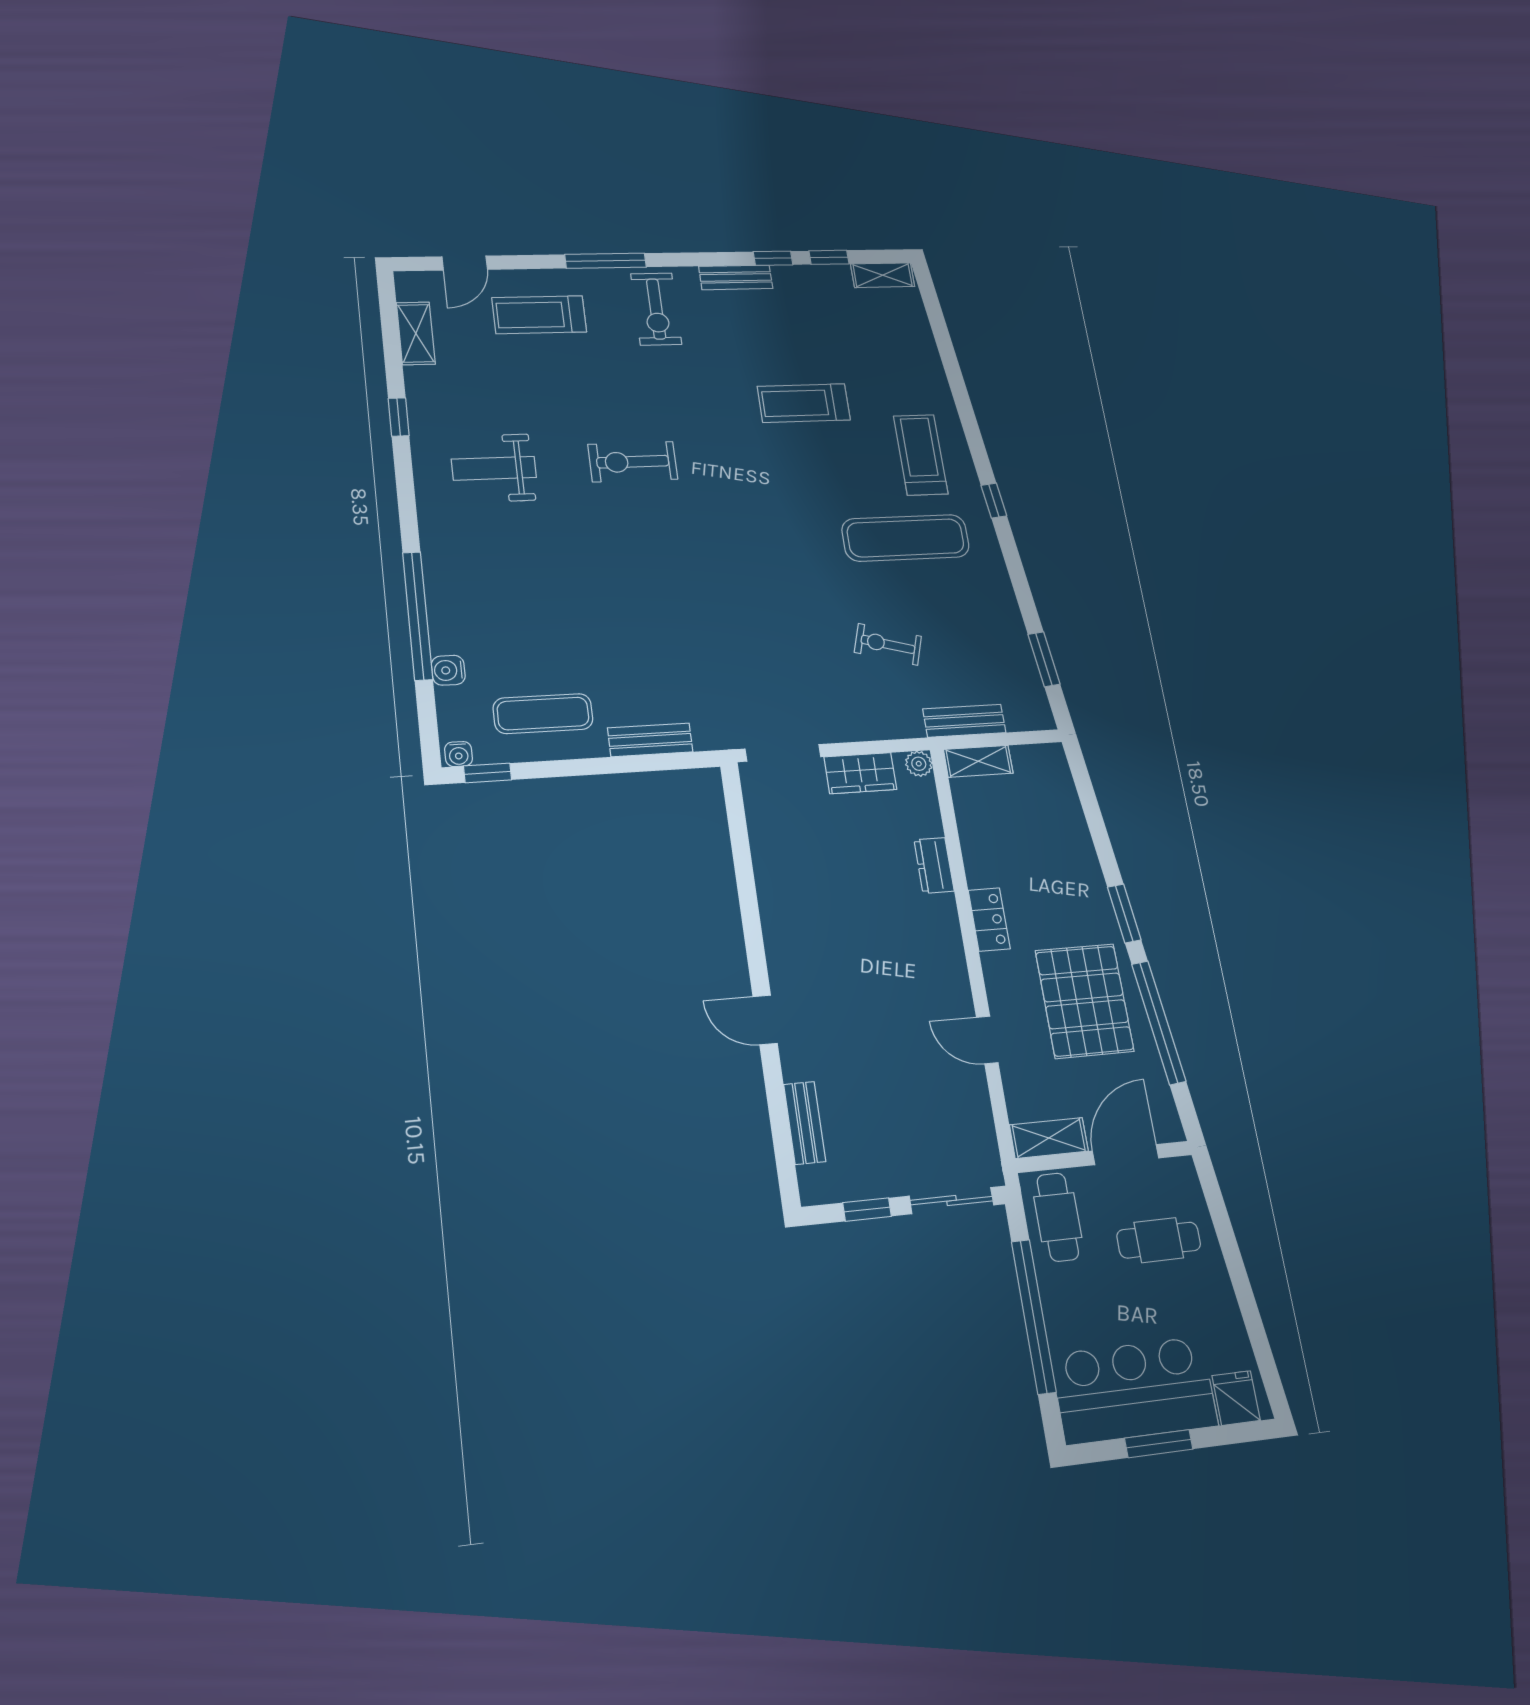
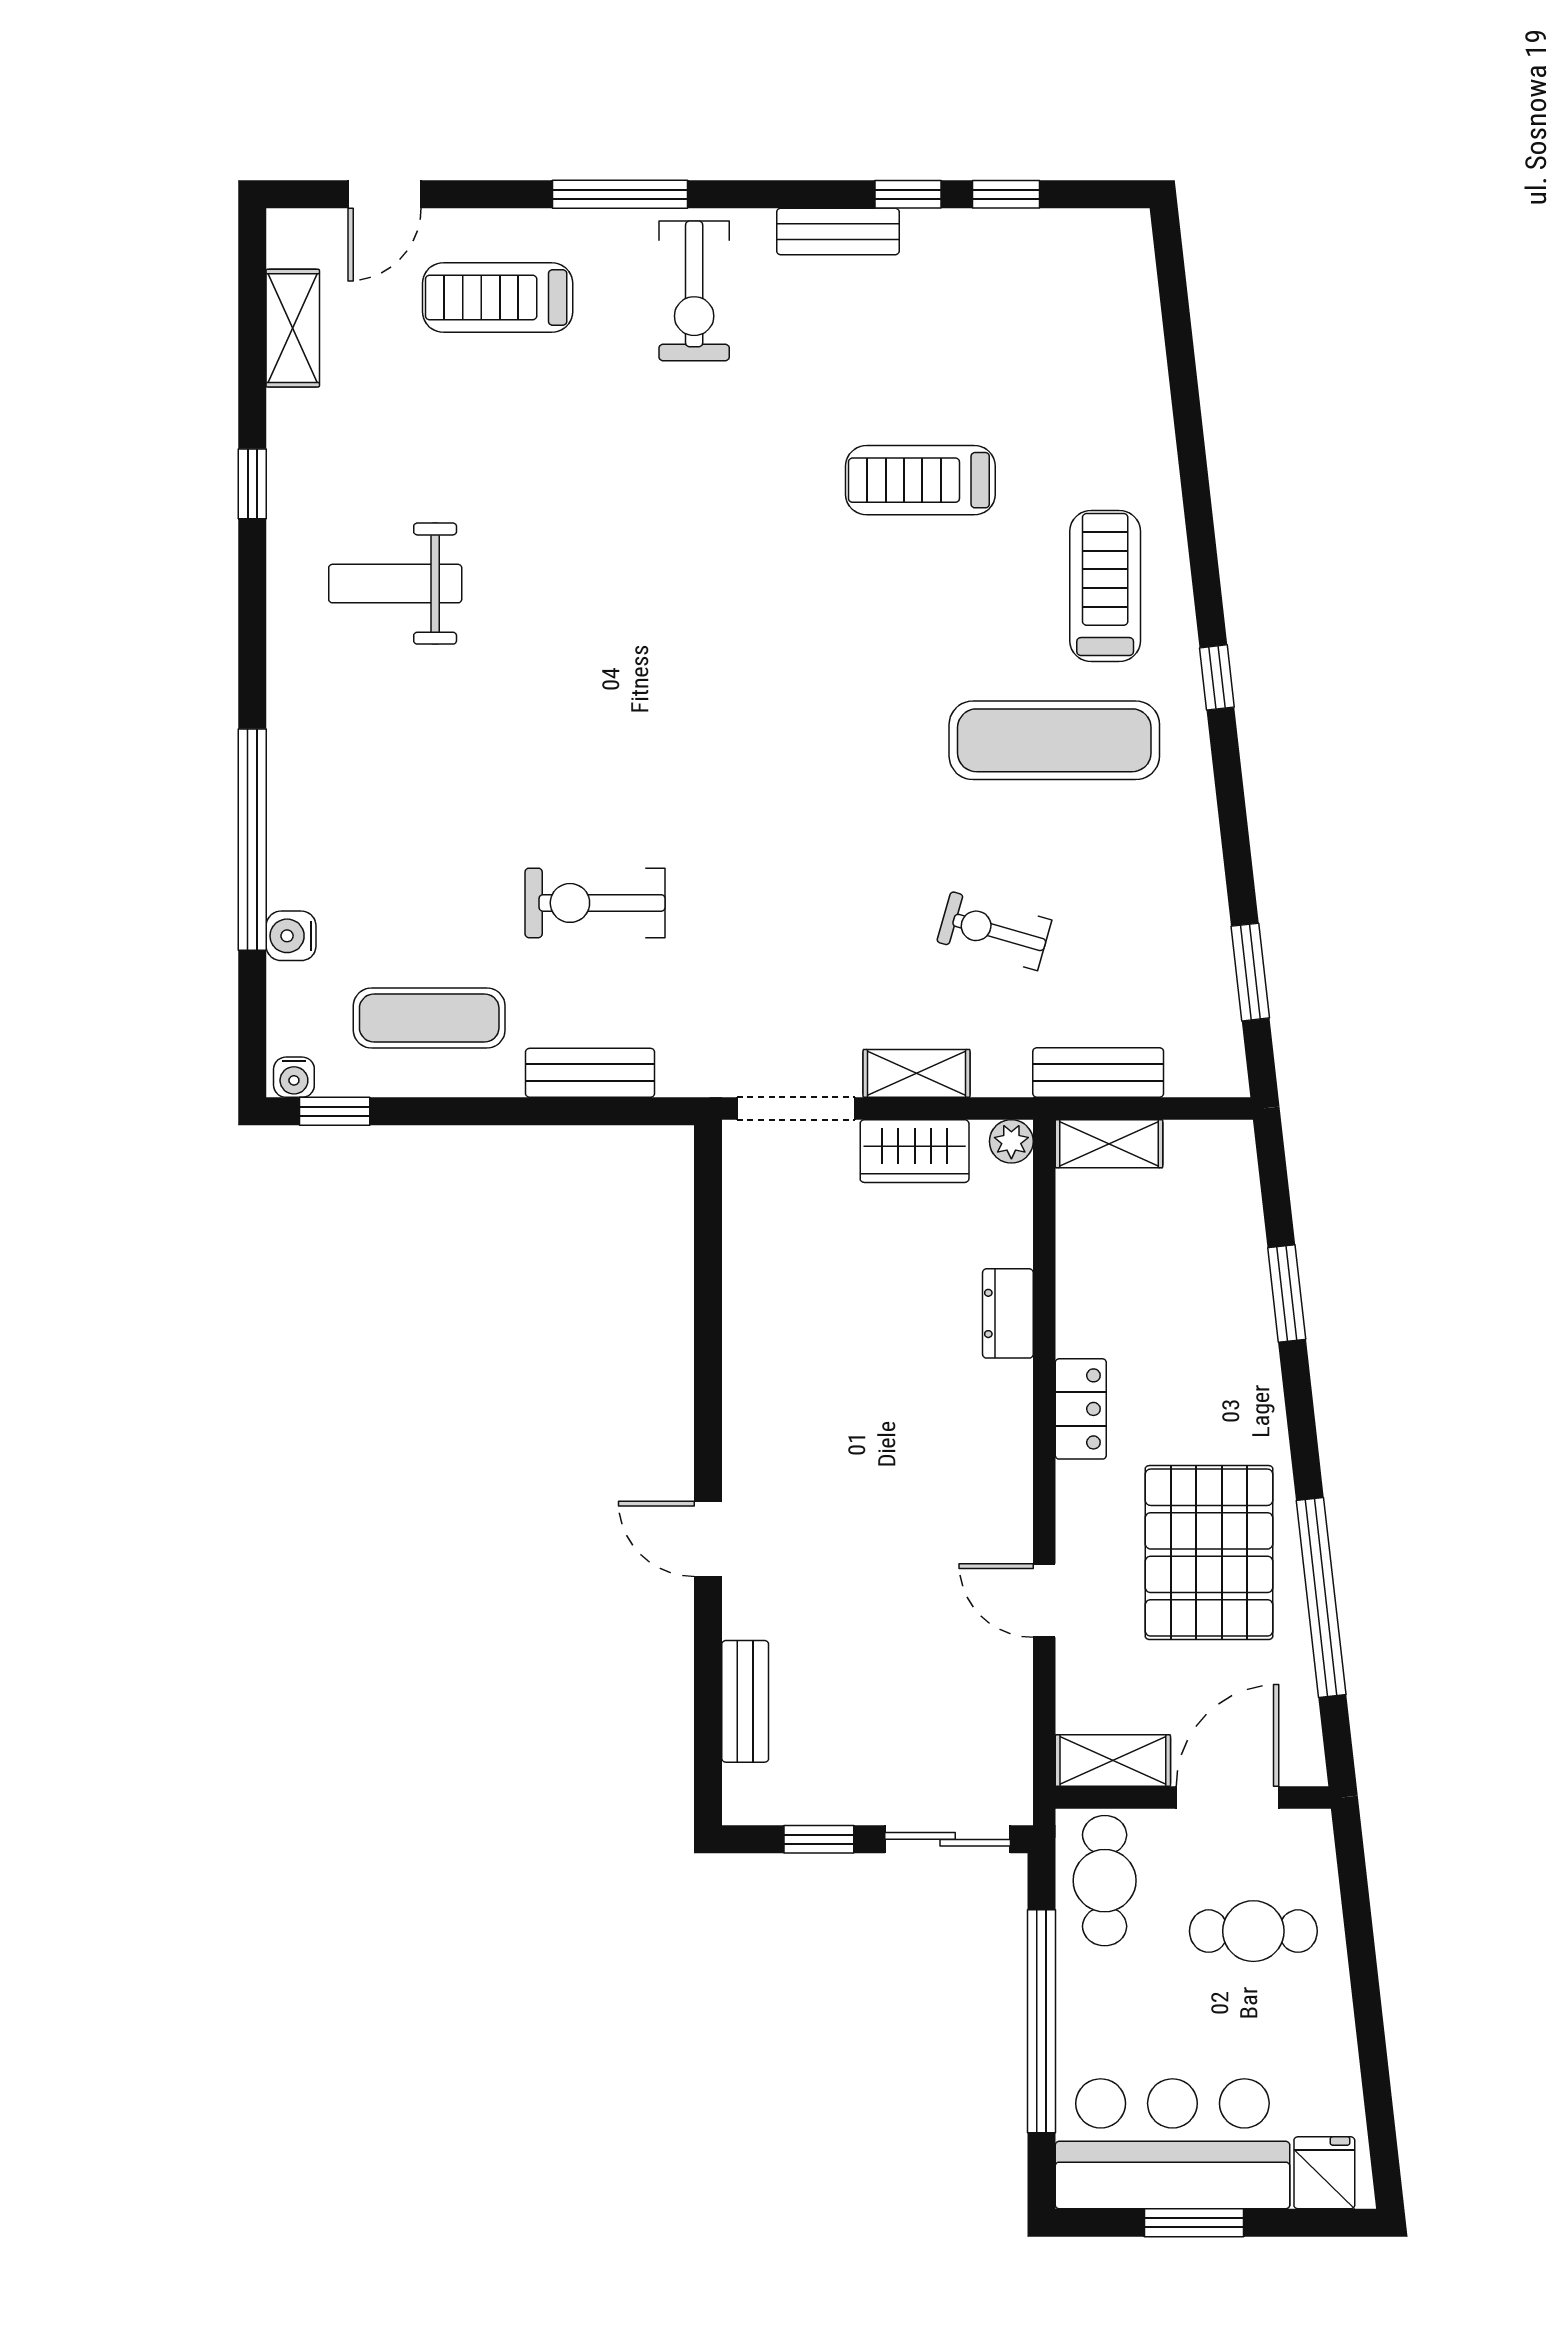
shelving: (883, 275) -> (917, 1073), moved
exercise bike: (633, 462) -> (595, 903), moved
window: (1124, 913) -> (1287, 1294), moved

